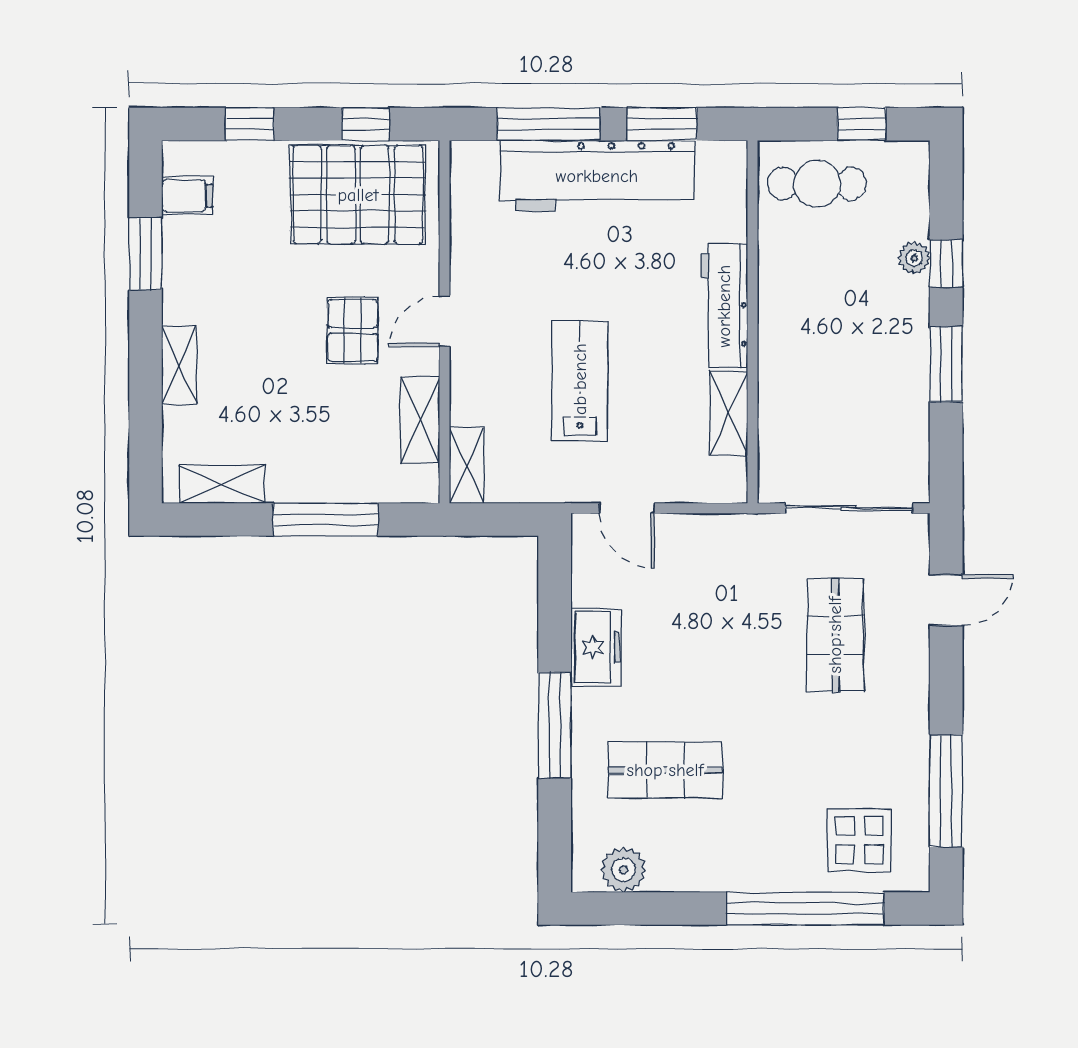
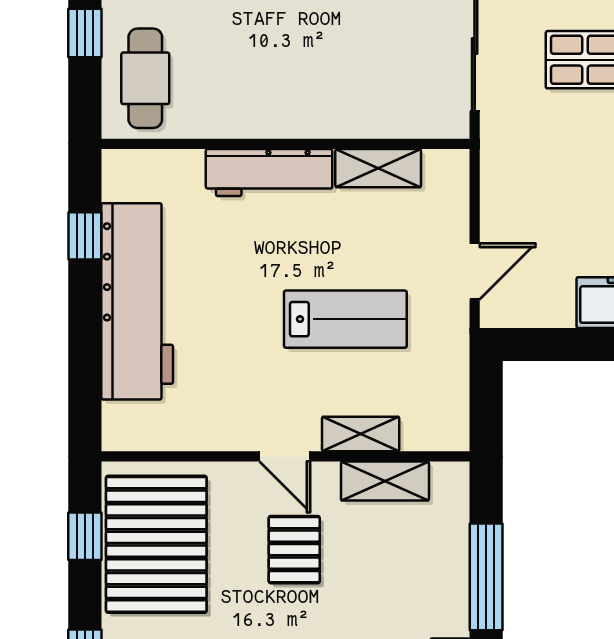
window: (548, 124) -> (85, 351), removed
window: (662, 124) -> (85, 236), width x0.67
pallet: (353, 330) -> (294, 550), turned 90
lab bench: (580, 381) -> (345, 319), turned 180
shelving: (466, 465) -> (361, 434), moved

